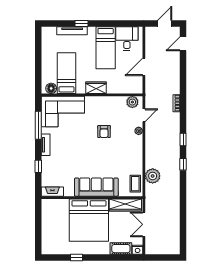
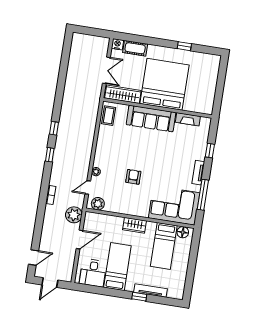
plant: (153, 176) -> (74, 215), moved
fireplace: (52, 192) -> (188, 119), moved

